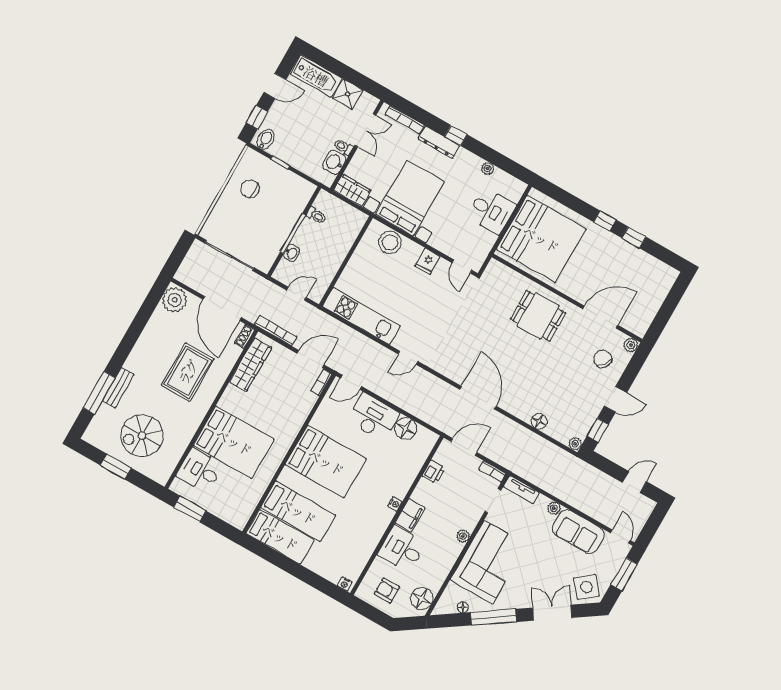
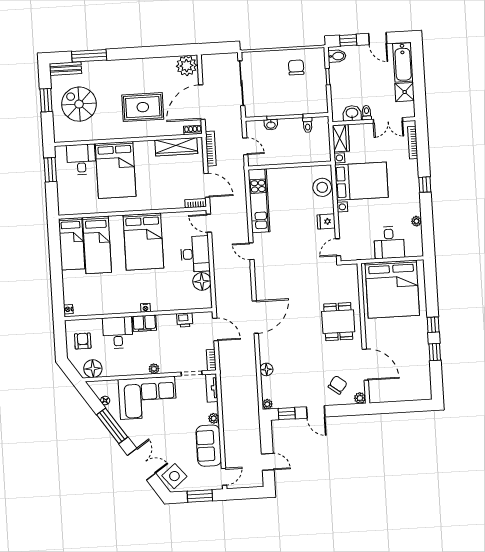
dresser: (439, 142) -> (413, 176), removed
bench: (118, 388) -> (65, 69), moved

